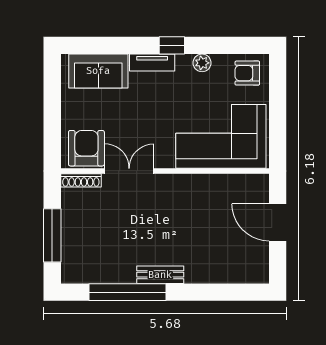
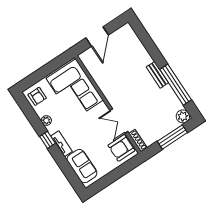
plant: (73, 272) -> (183, 116), added

